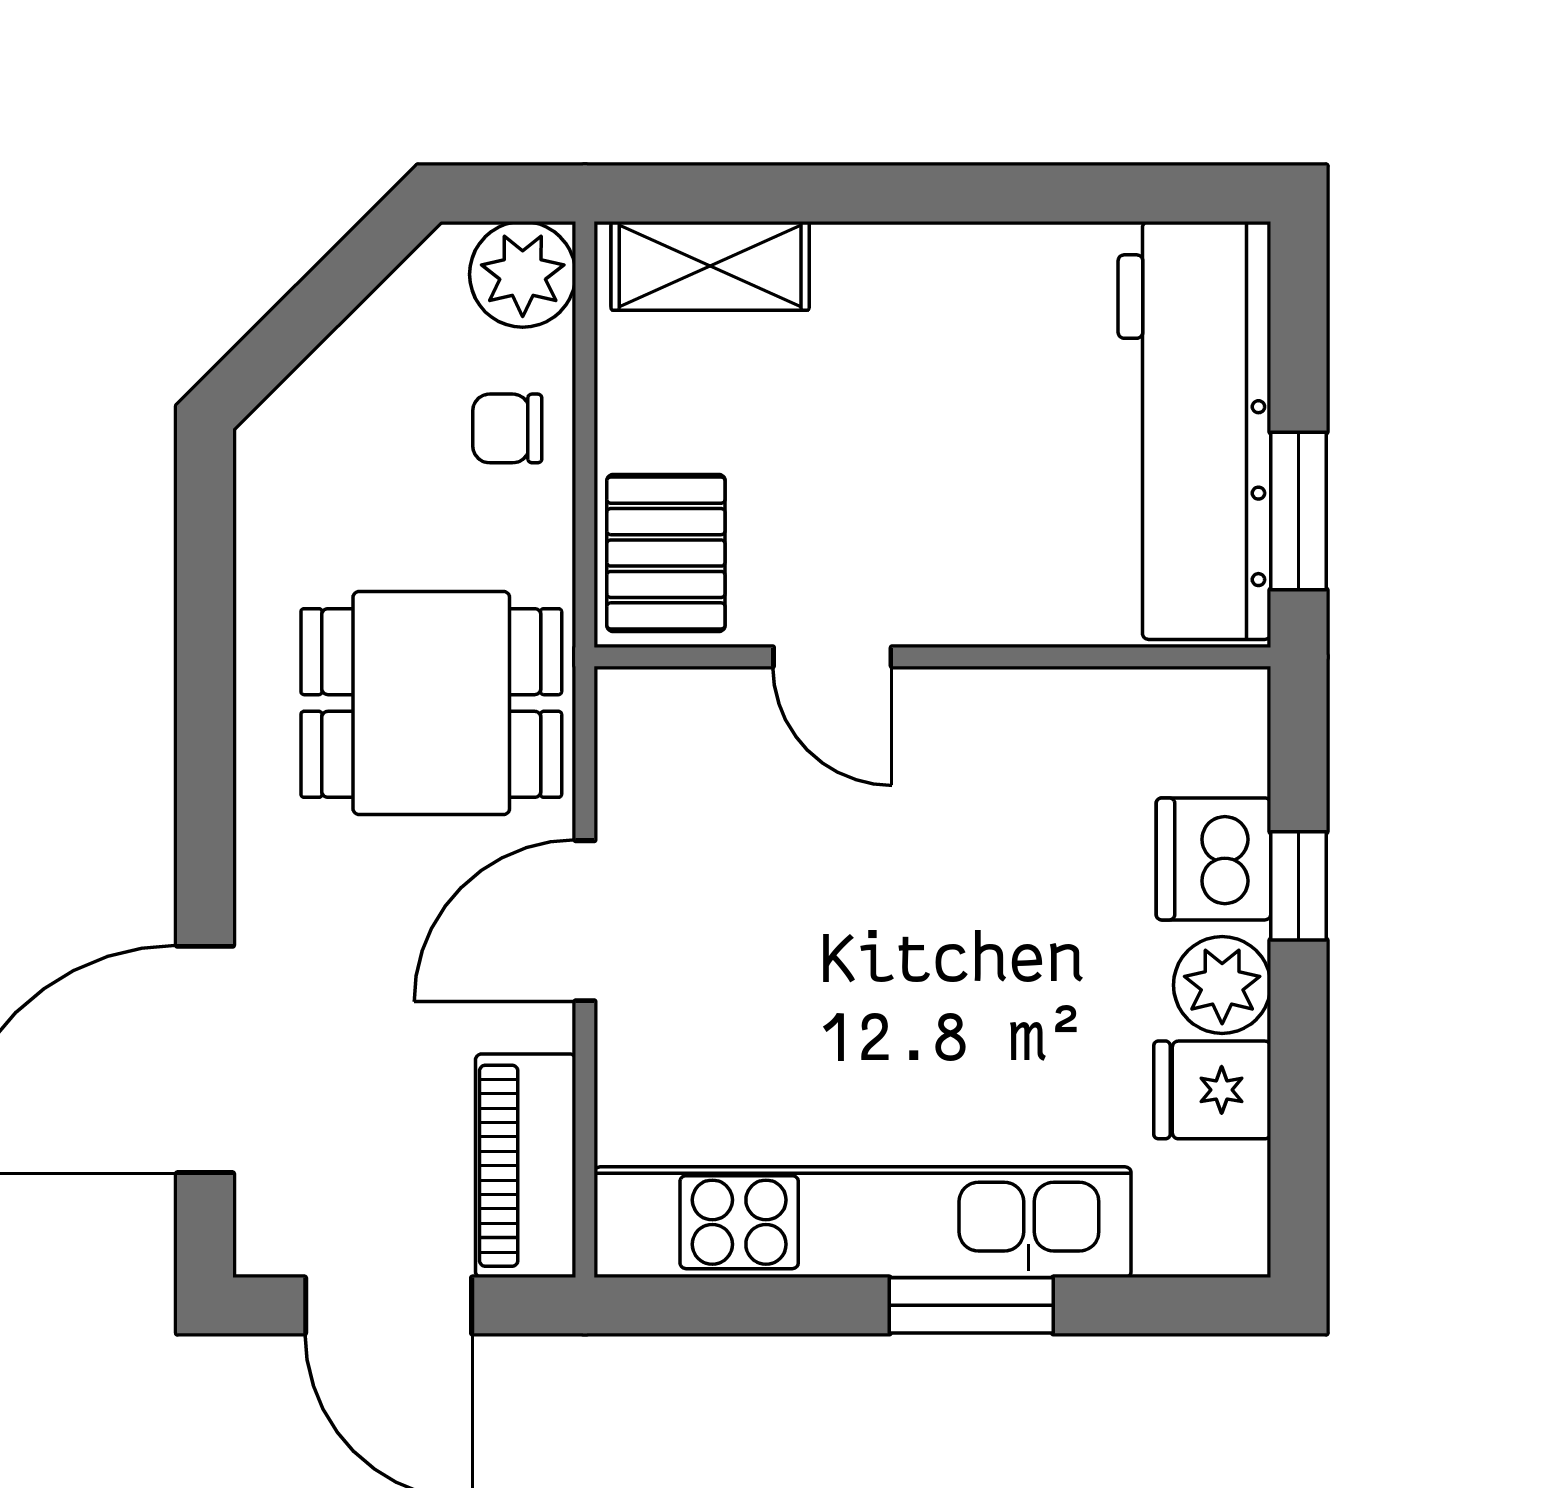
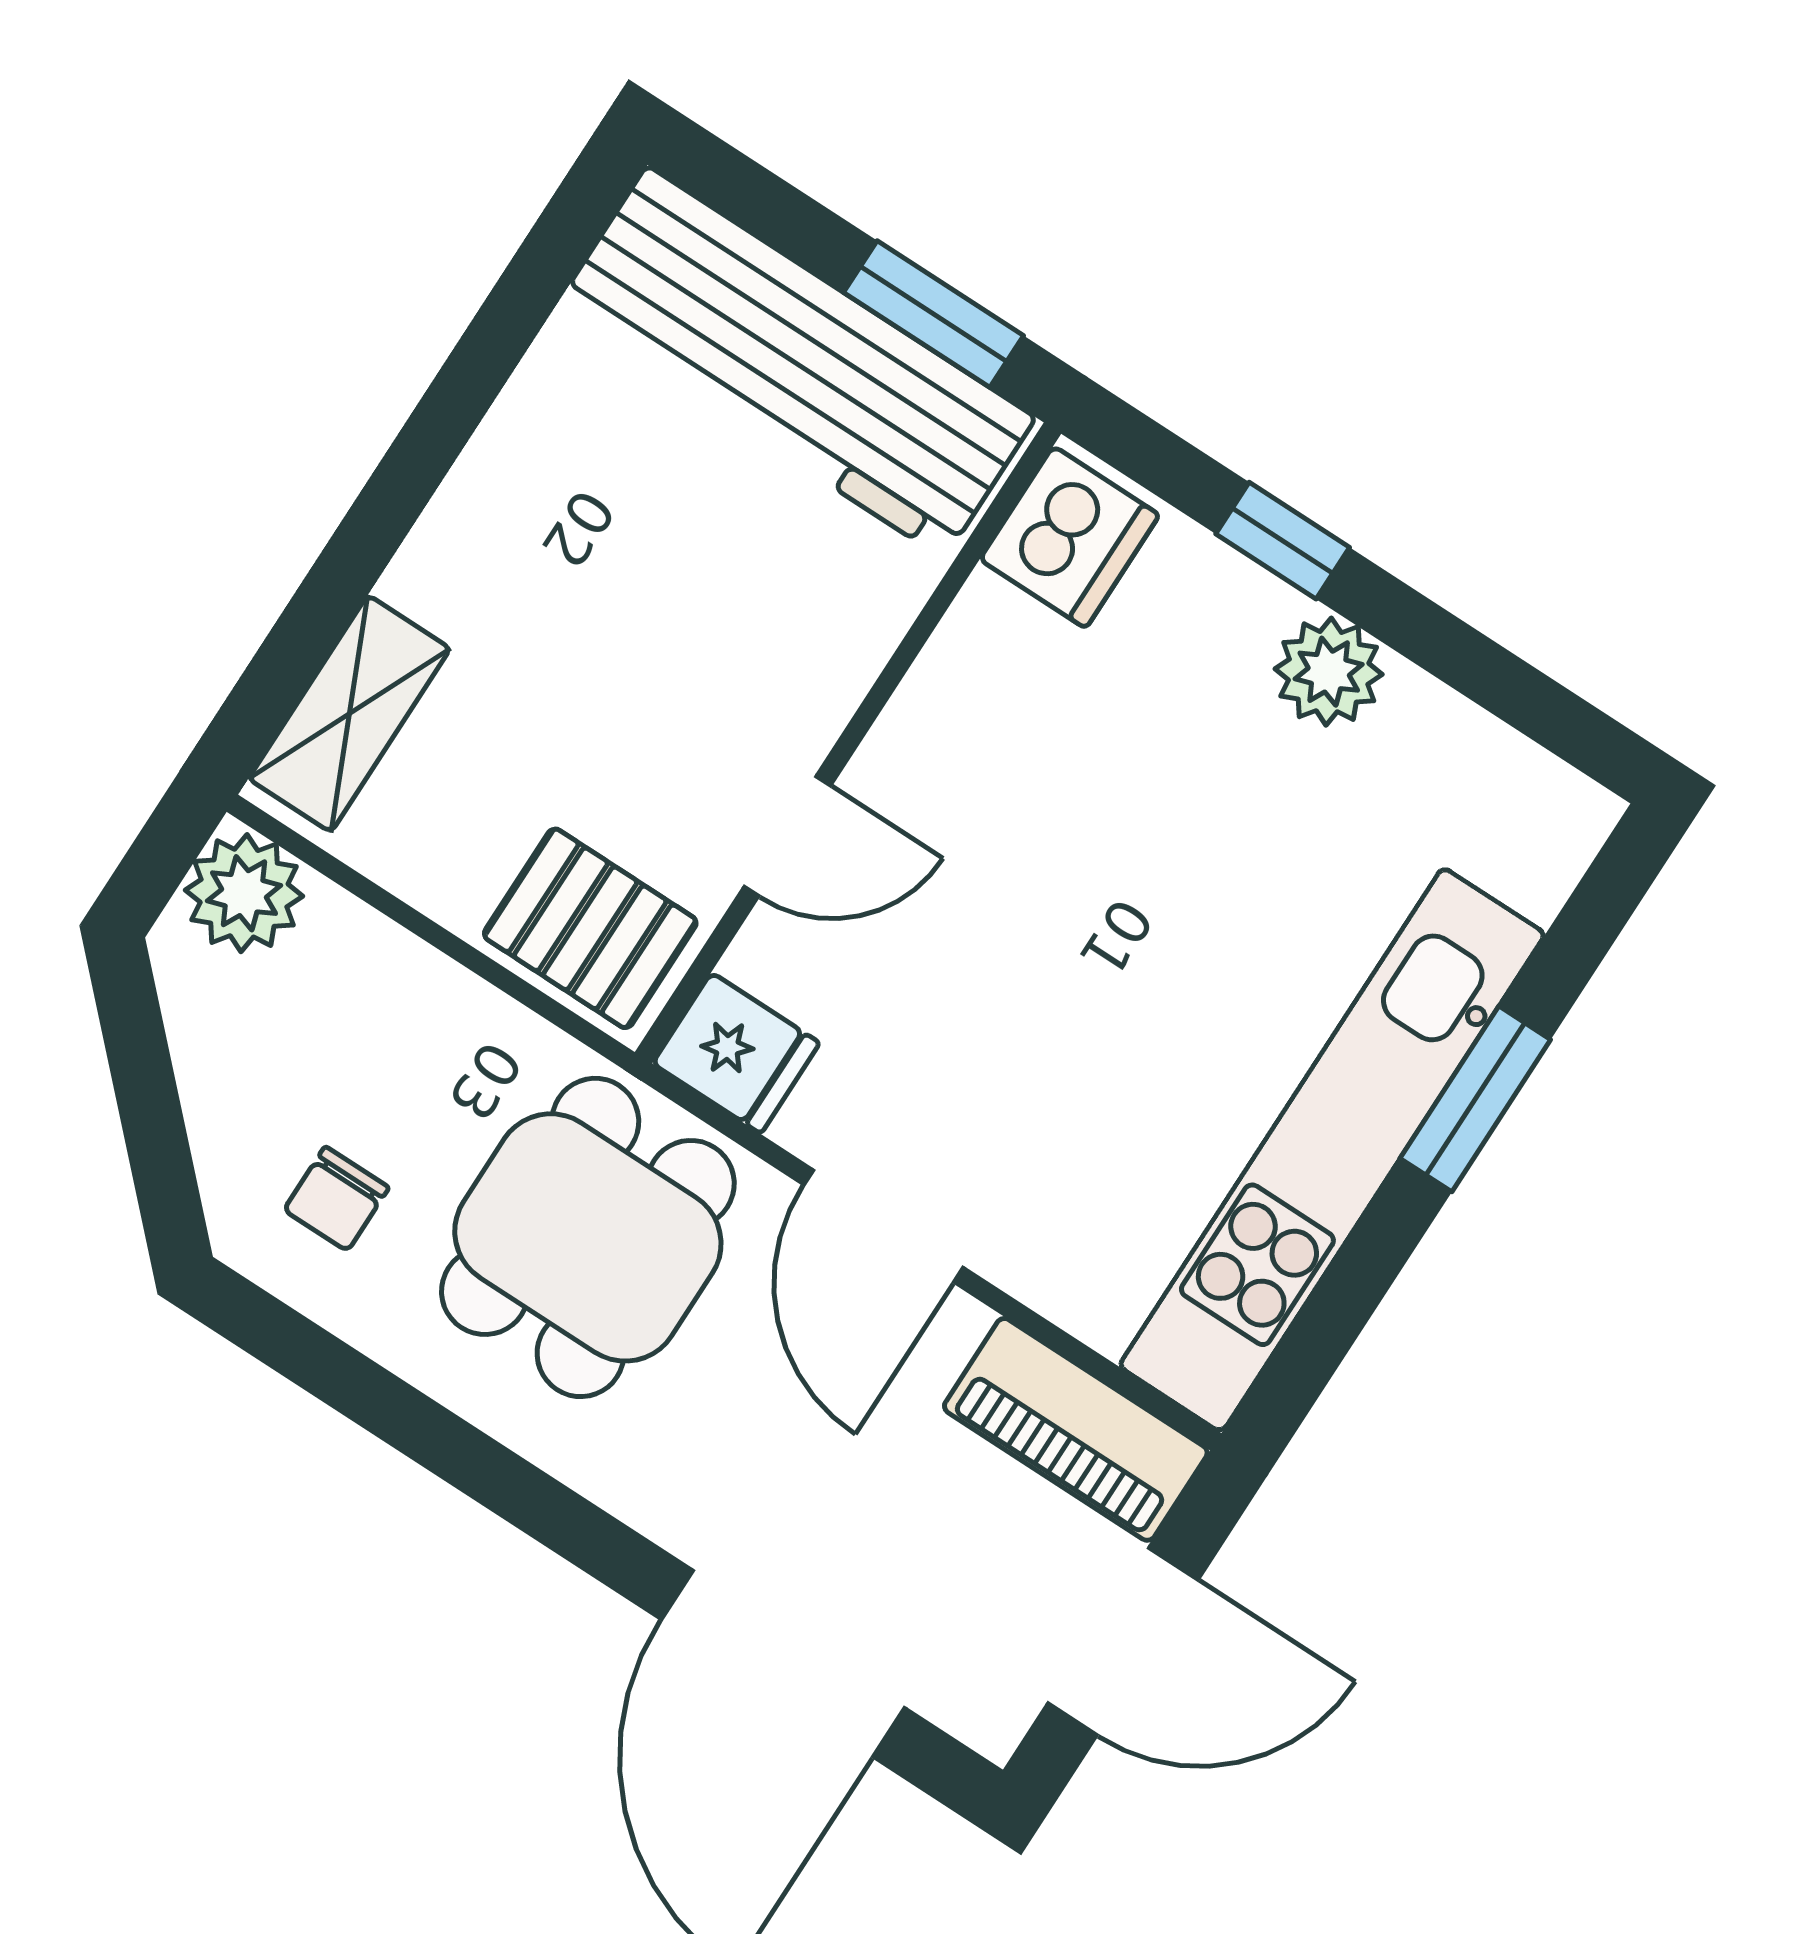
chair: (507, 428) -> (336, 1199), moved
dishwasher: (1213, 859) -> (1069, 537), moved, turned -90
fridge: (1212, 1090) -> (736, 1053), moved, turned -90

